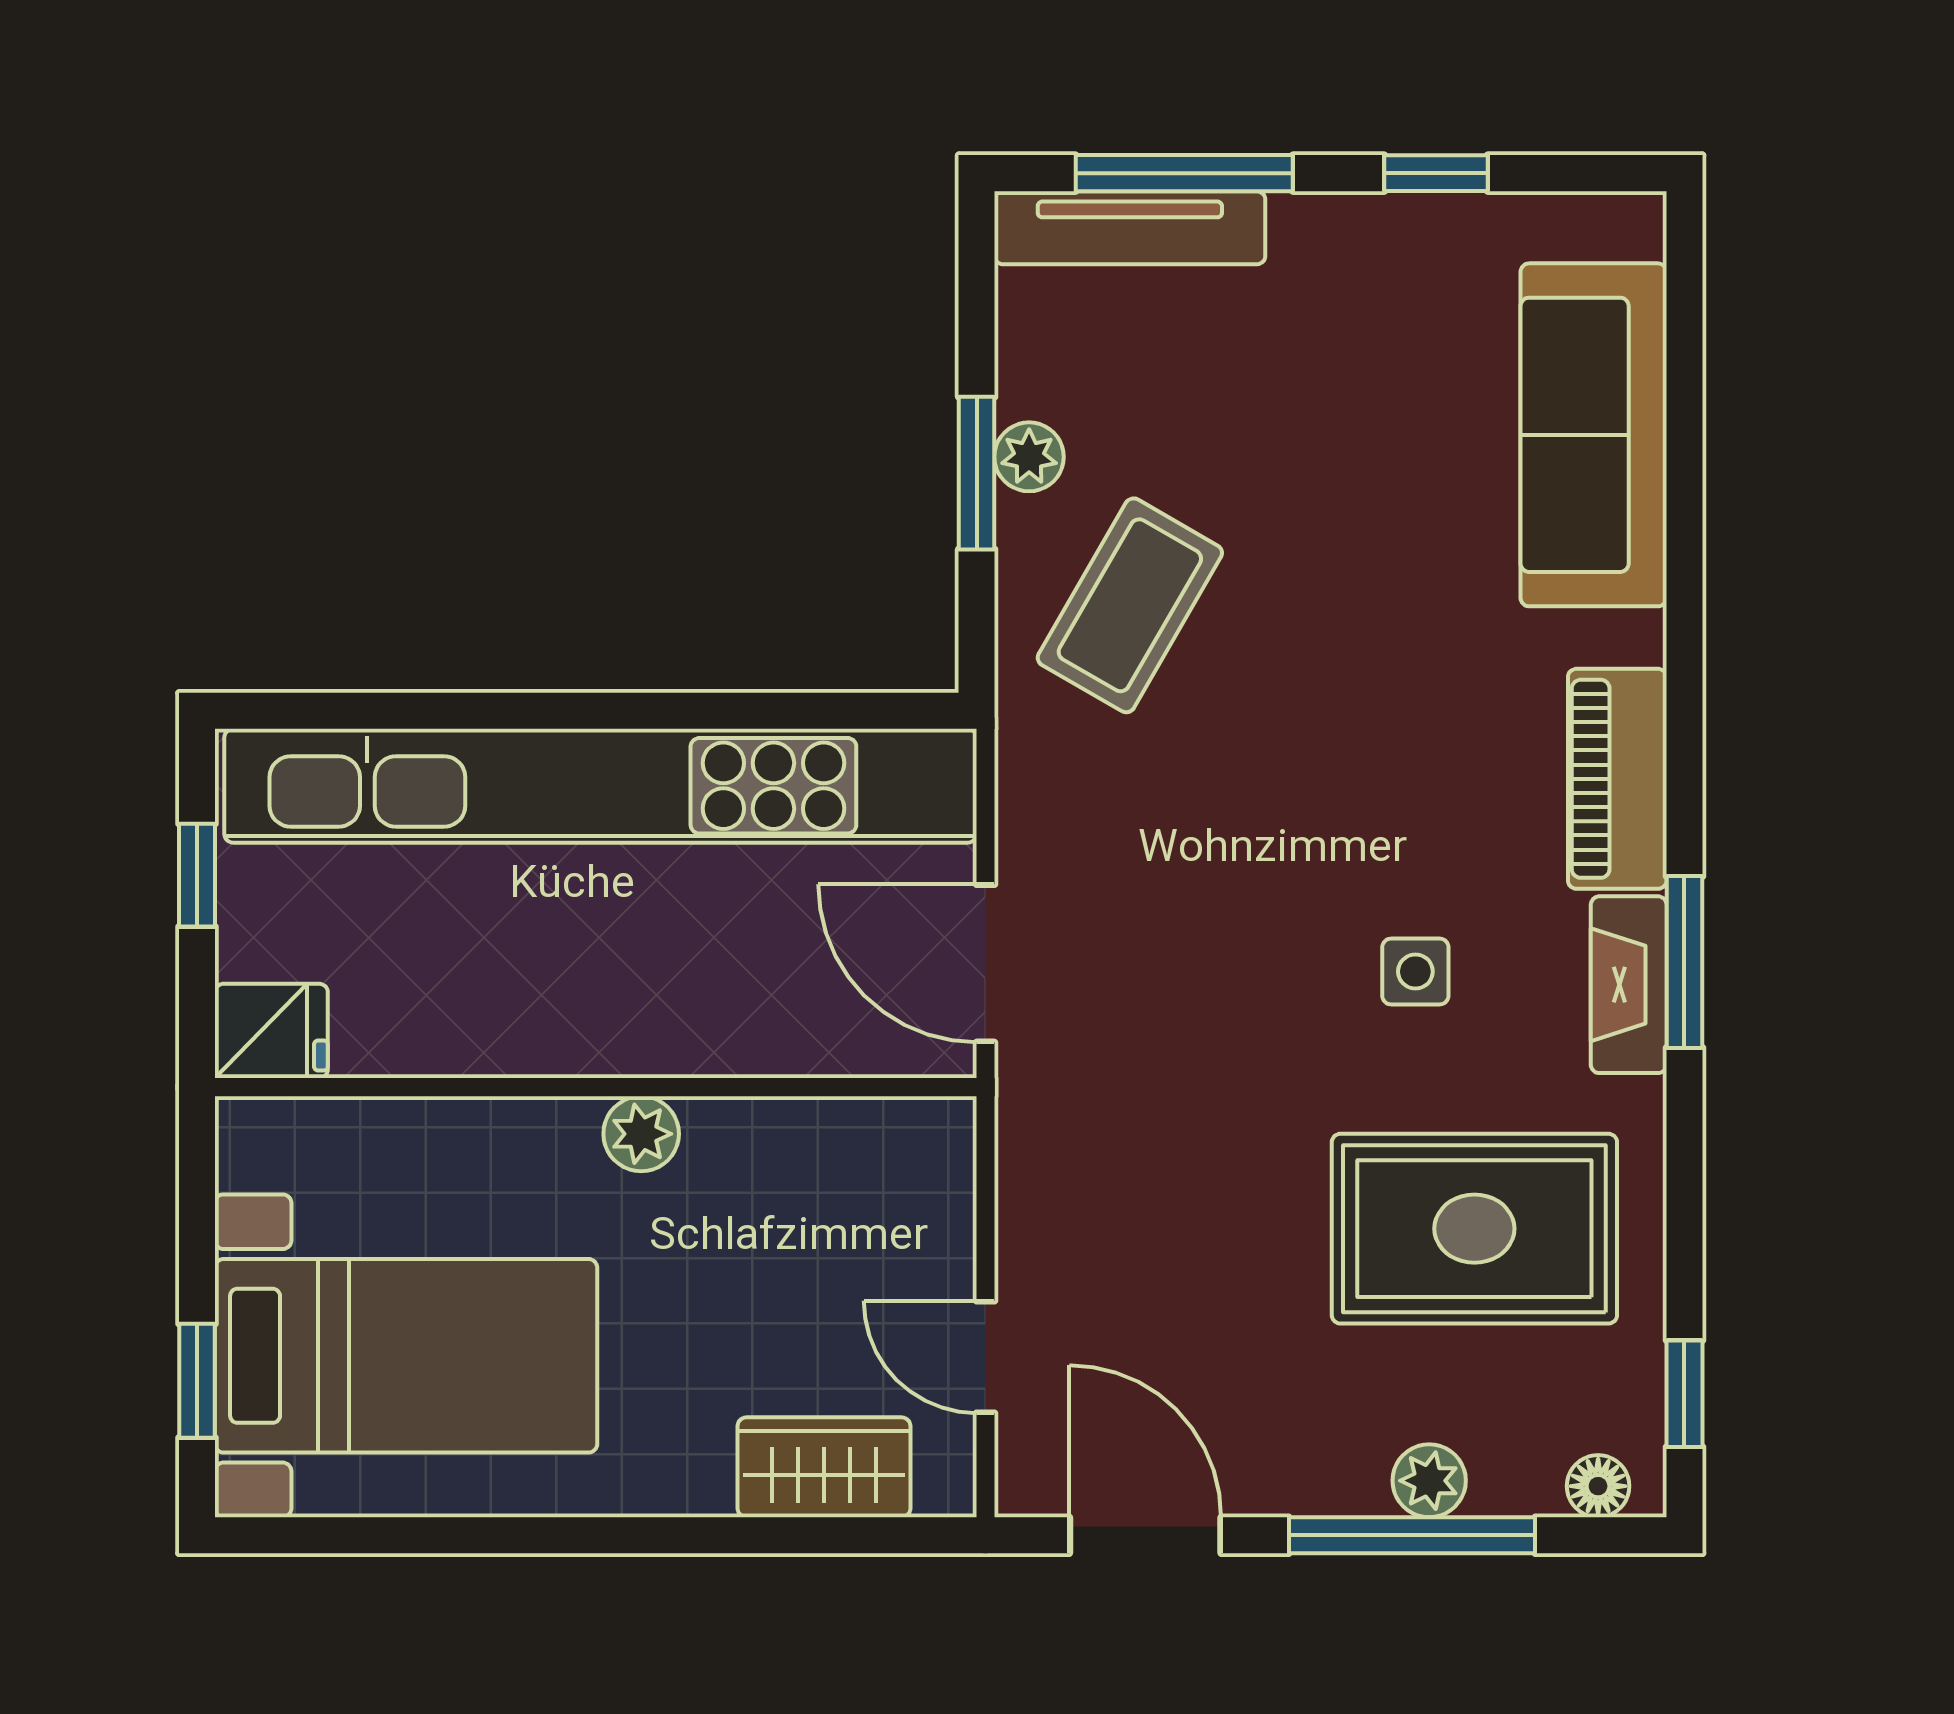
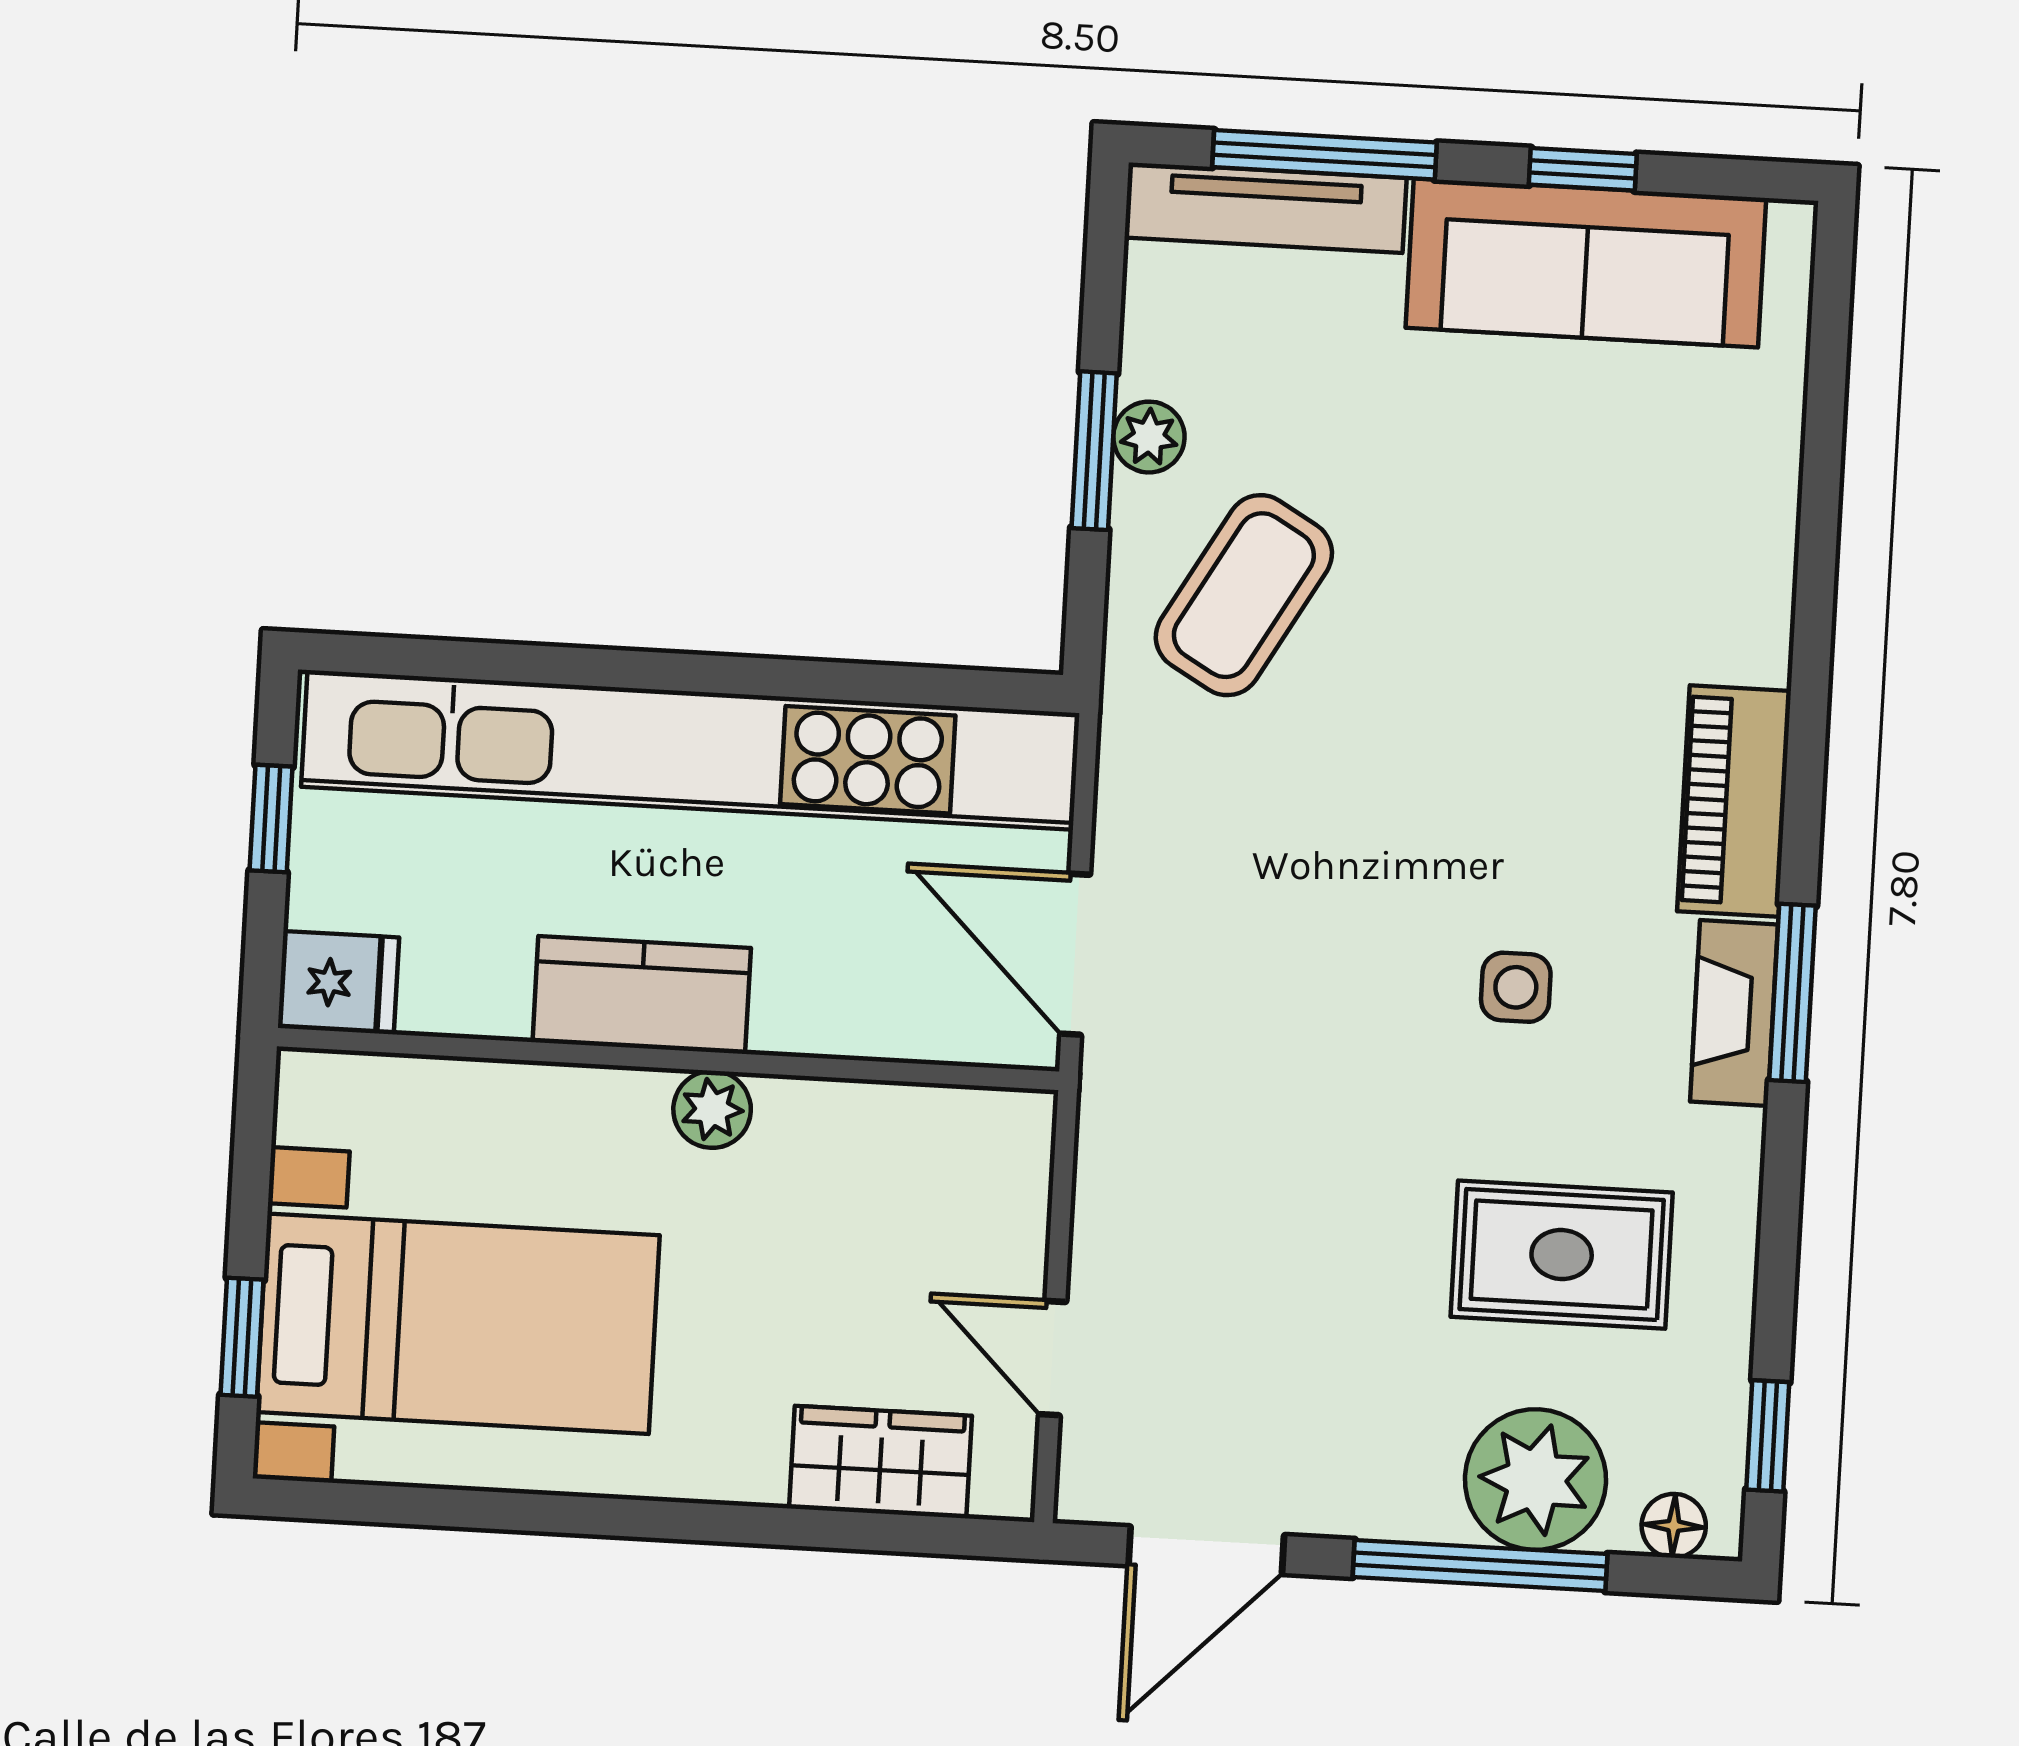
sofa: (1594, 435) -> (1586, 263), moved, turned -90
kitchen counter: (567, 1026) -> (642, 995), added
rug: (1474, 1229) -> (1562, 1255), width x0.73, depth x0.70
plant: (1429, 1481) -> (1535, 1480), width x1.88, depth x1.88
door: (1145, 1535) -> (1206, 1550), swing flipped

